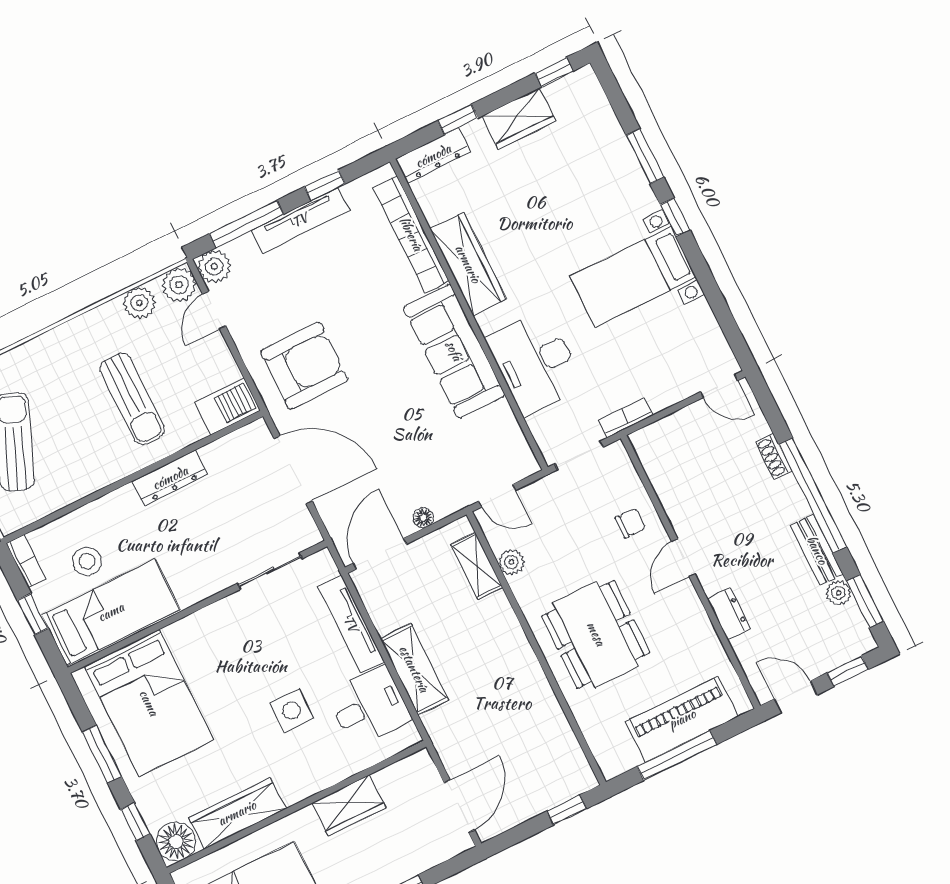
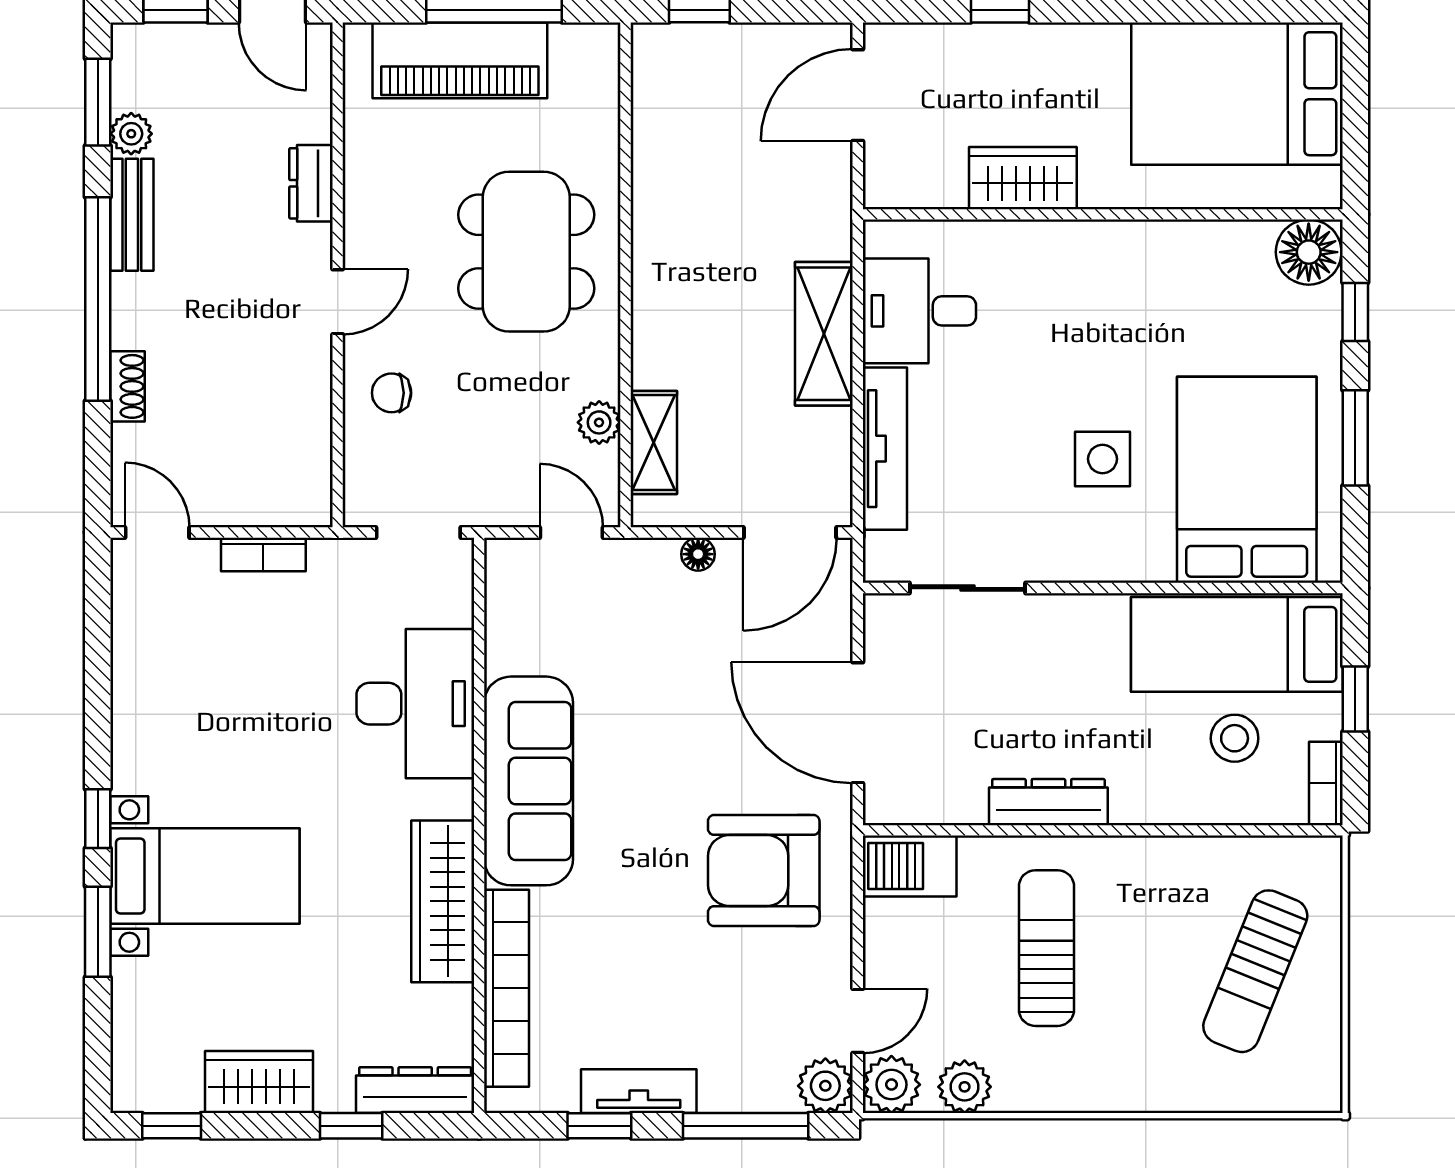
tv unit: (300, 220) -> (639, 1091), width x0.71
bed with nightstands: (633, 277) -> (205, 876), moved
bookcase: (625, 418) -> (263, 554), moved
side table: (292, 710) -> (1102, 459), moved
wardrobe: (237, 813) -> (1196, 249), removed

